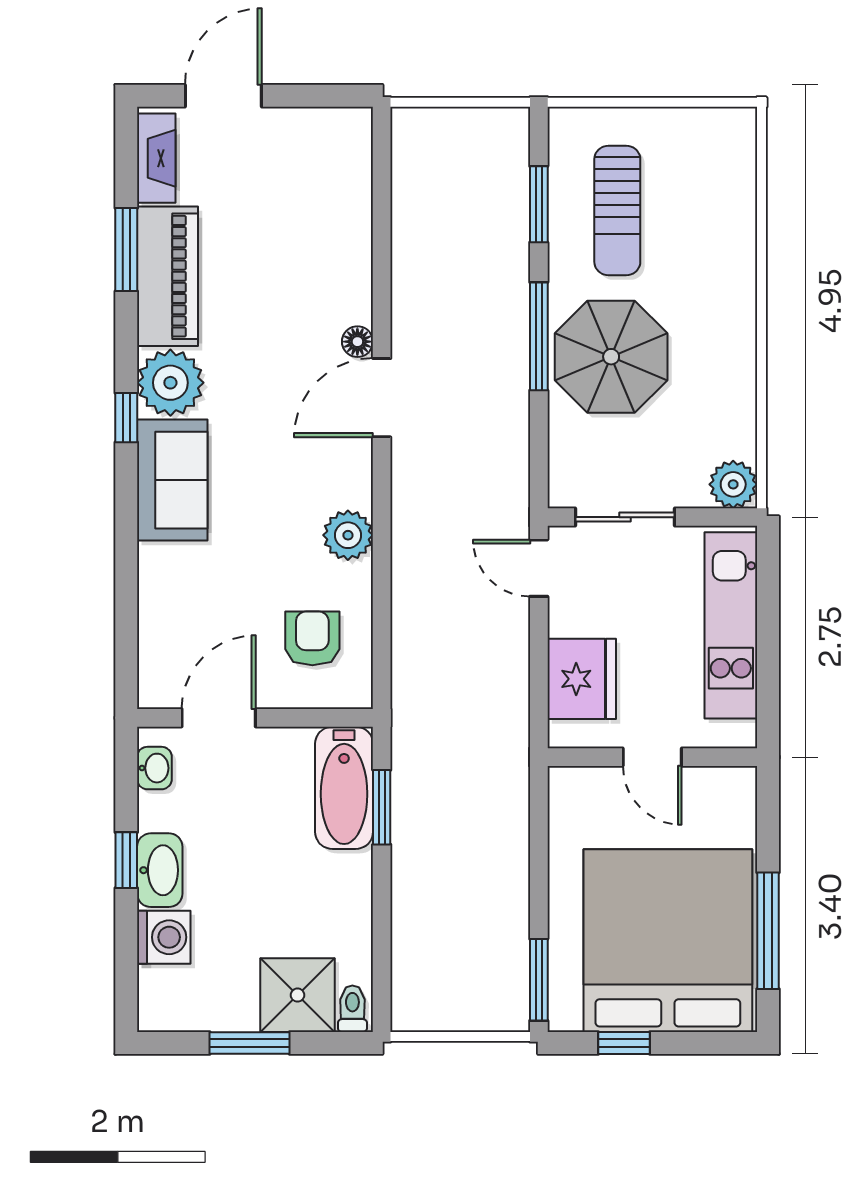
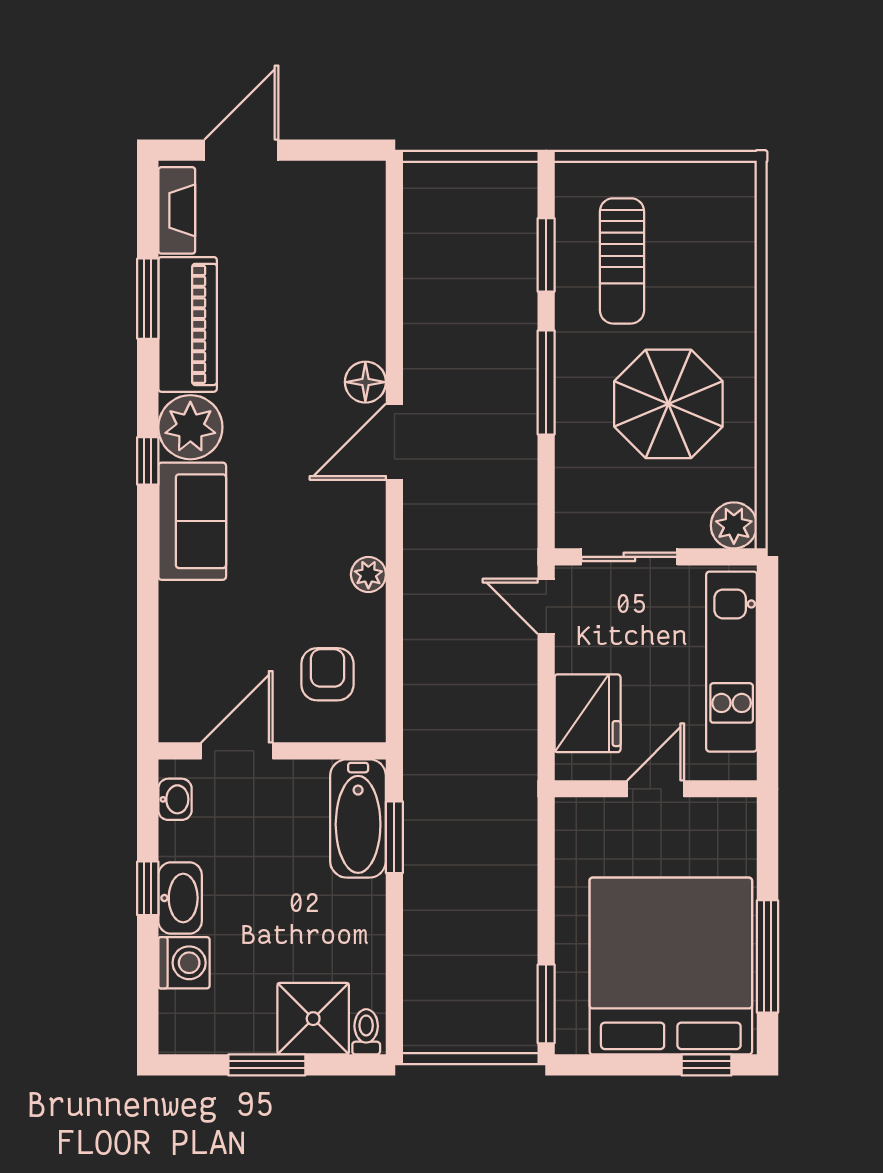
floor lamp: (357, 342) -> (365, 382), width x1.37, depth x1.37
parasol: (611, 357) -> (668, 404), moved
plant: (348, 535) -> (368, 575), width x0.73, depth x0.73
door: (652, 757) -> (656, 789), swing flipped
window: (624, 1043) -> (707, 1065), moved

